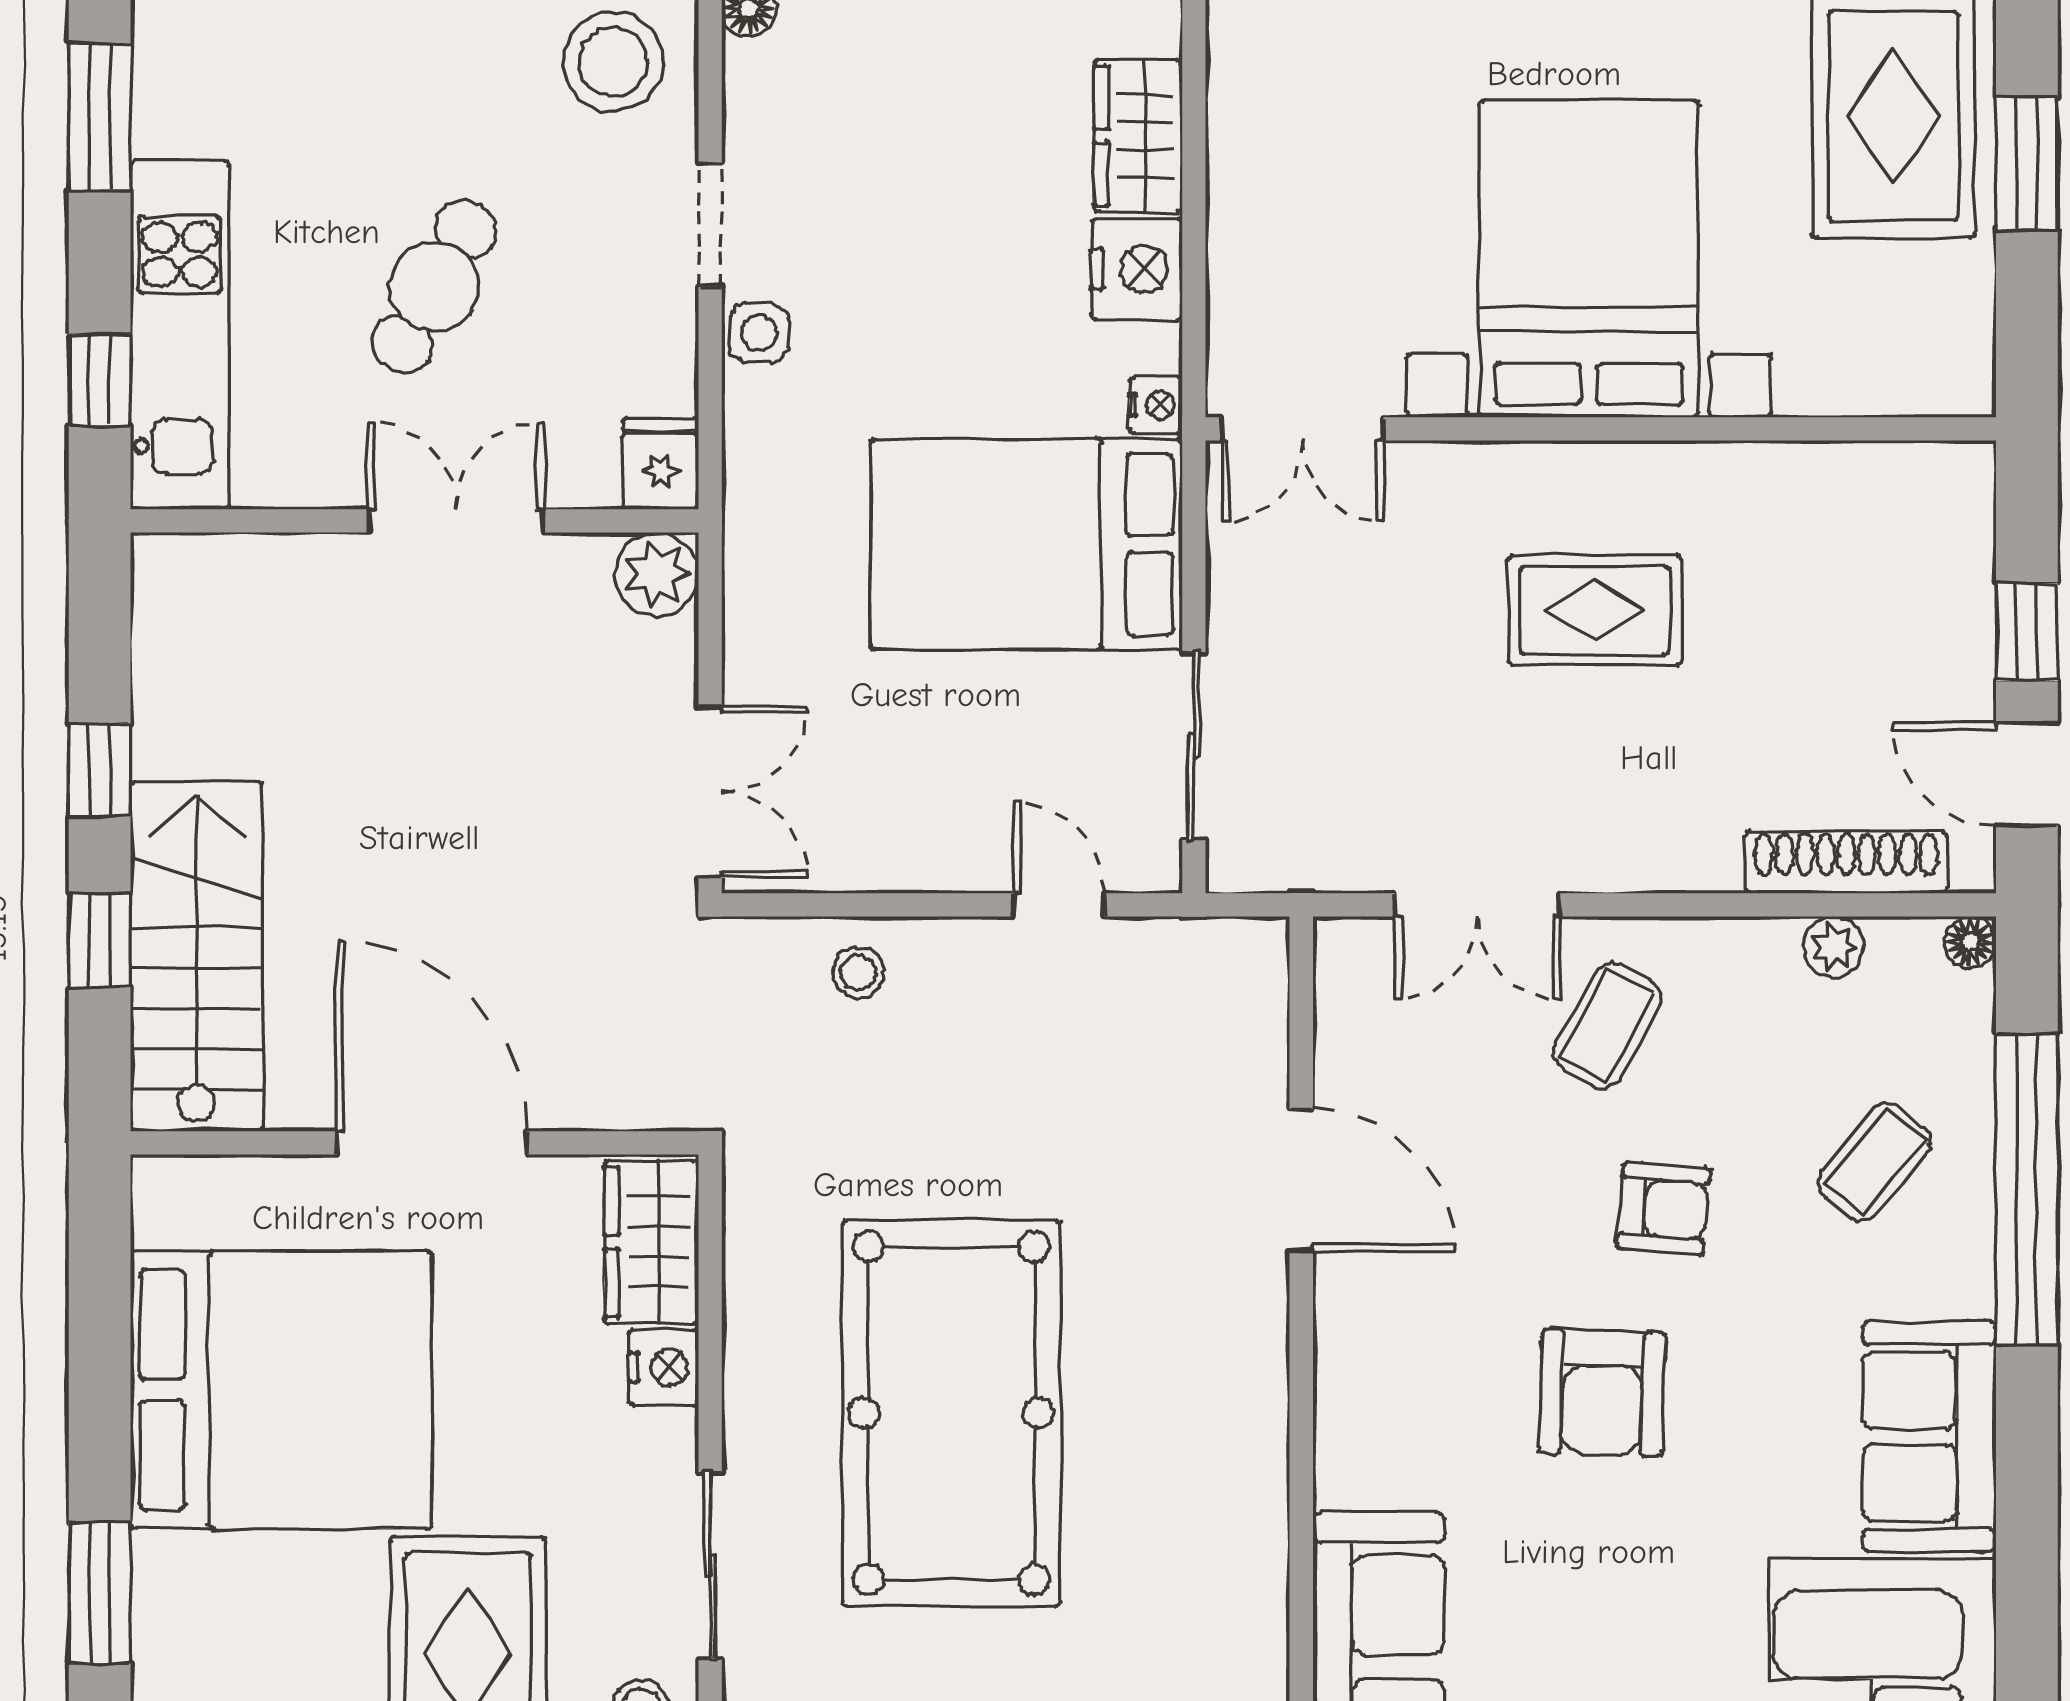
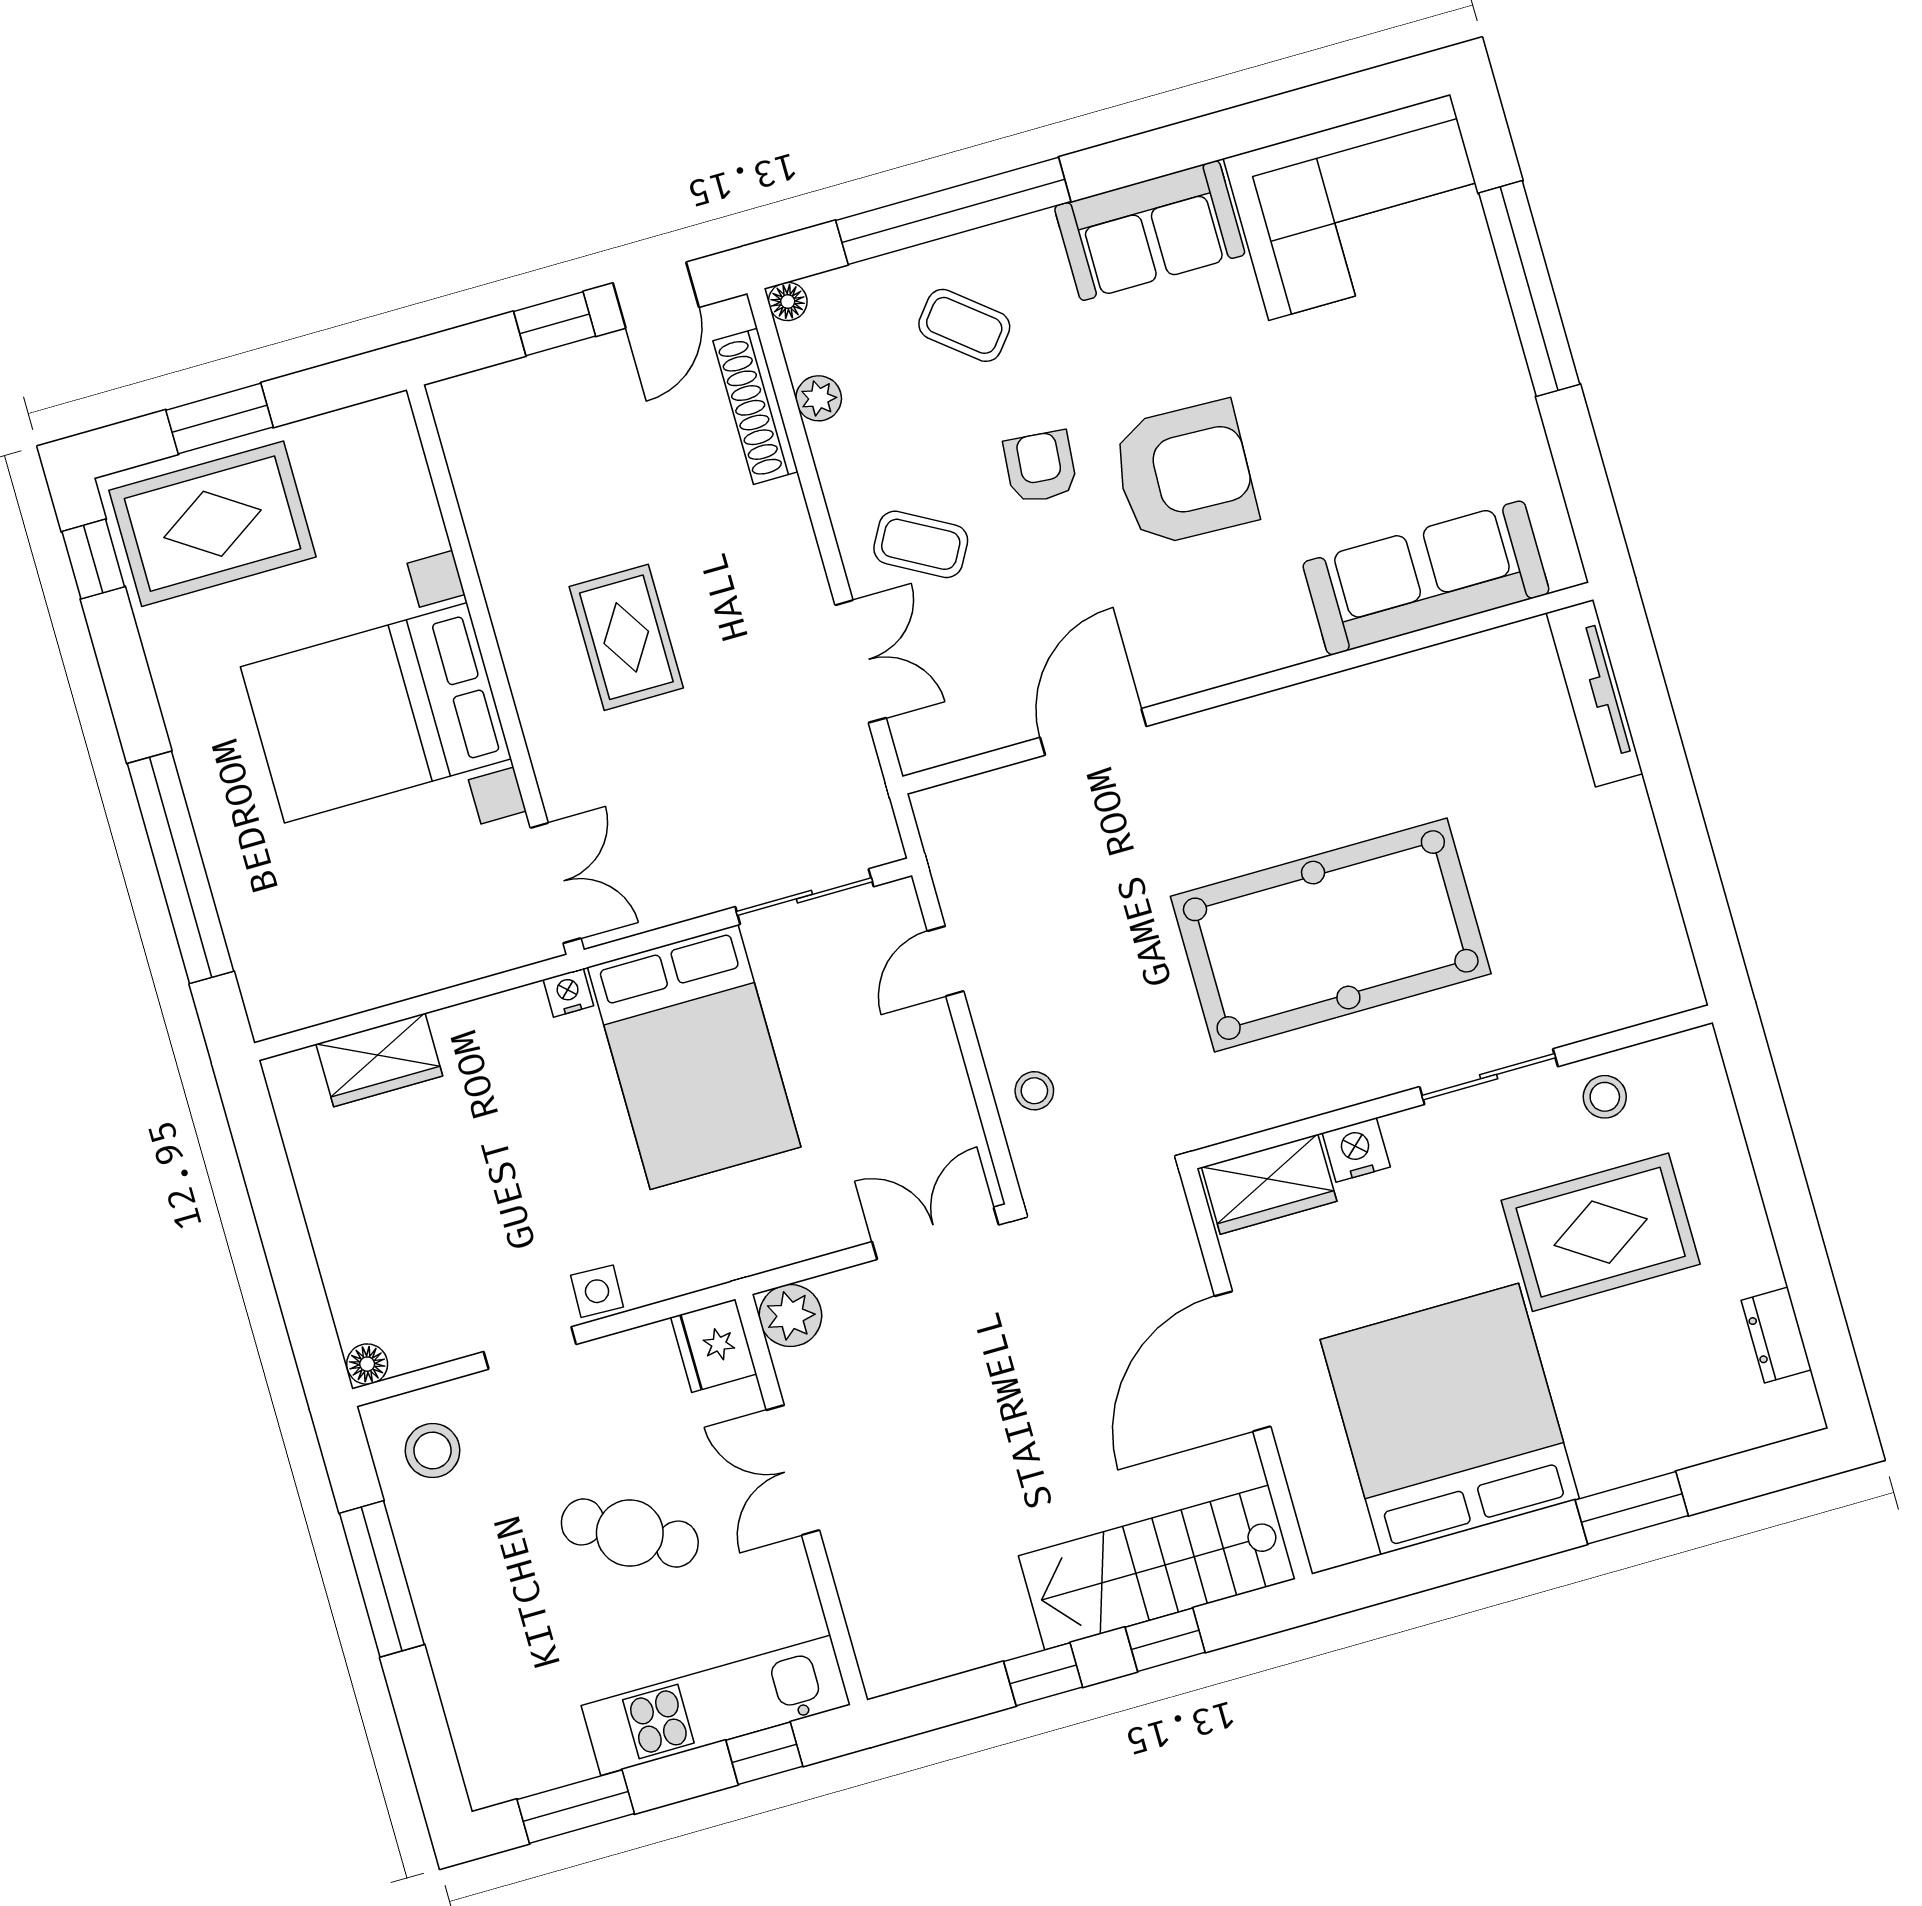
stool: (613, 62) -> (433, 1451), width x0.73, depth x0.73
nightstand: (1137, 269) -> (475, 1034), removed
fridge: (660, 464) -> (714, 1346), width x1.38
armchair: (1602, 1393) -> (1184, 473), width x1.36, depth x1.36

